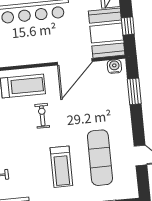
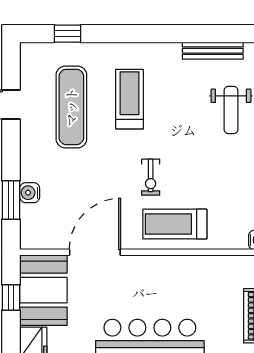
water cooler: (114, 66) -> (30, 193), moved, turned 90

